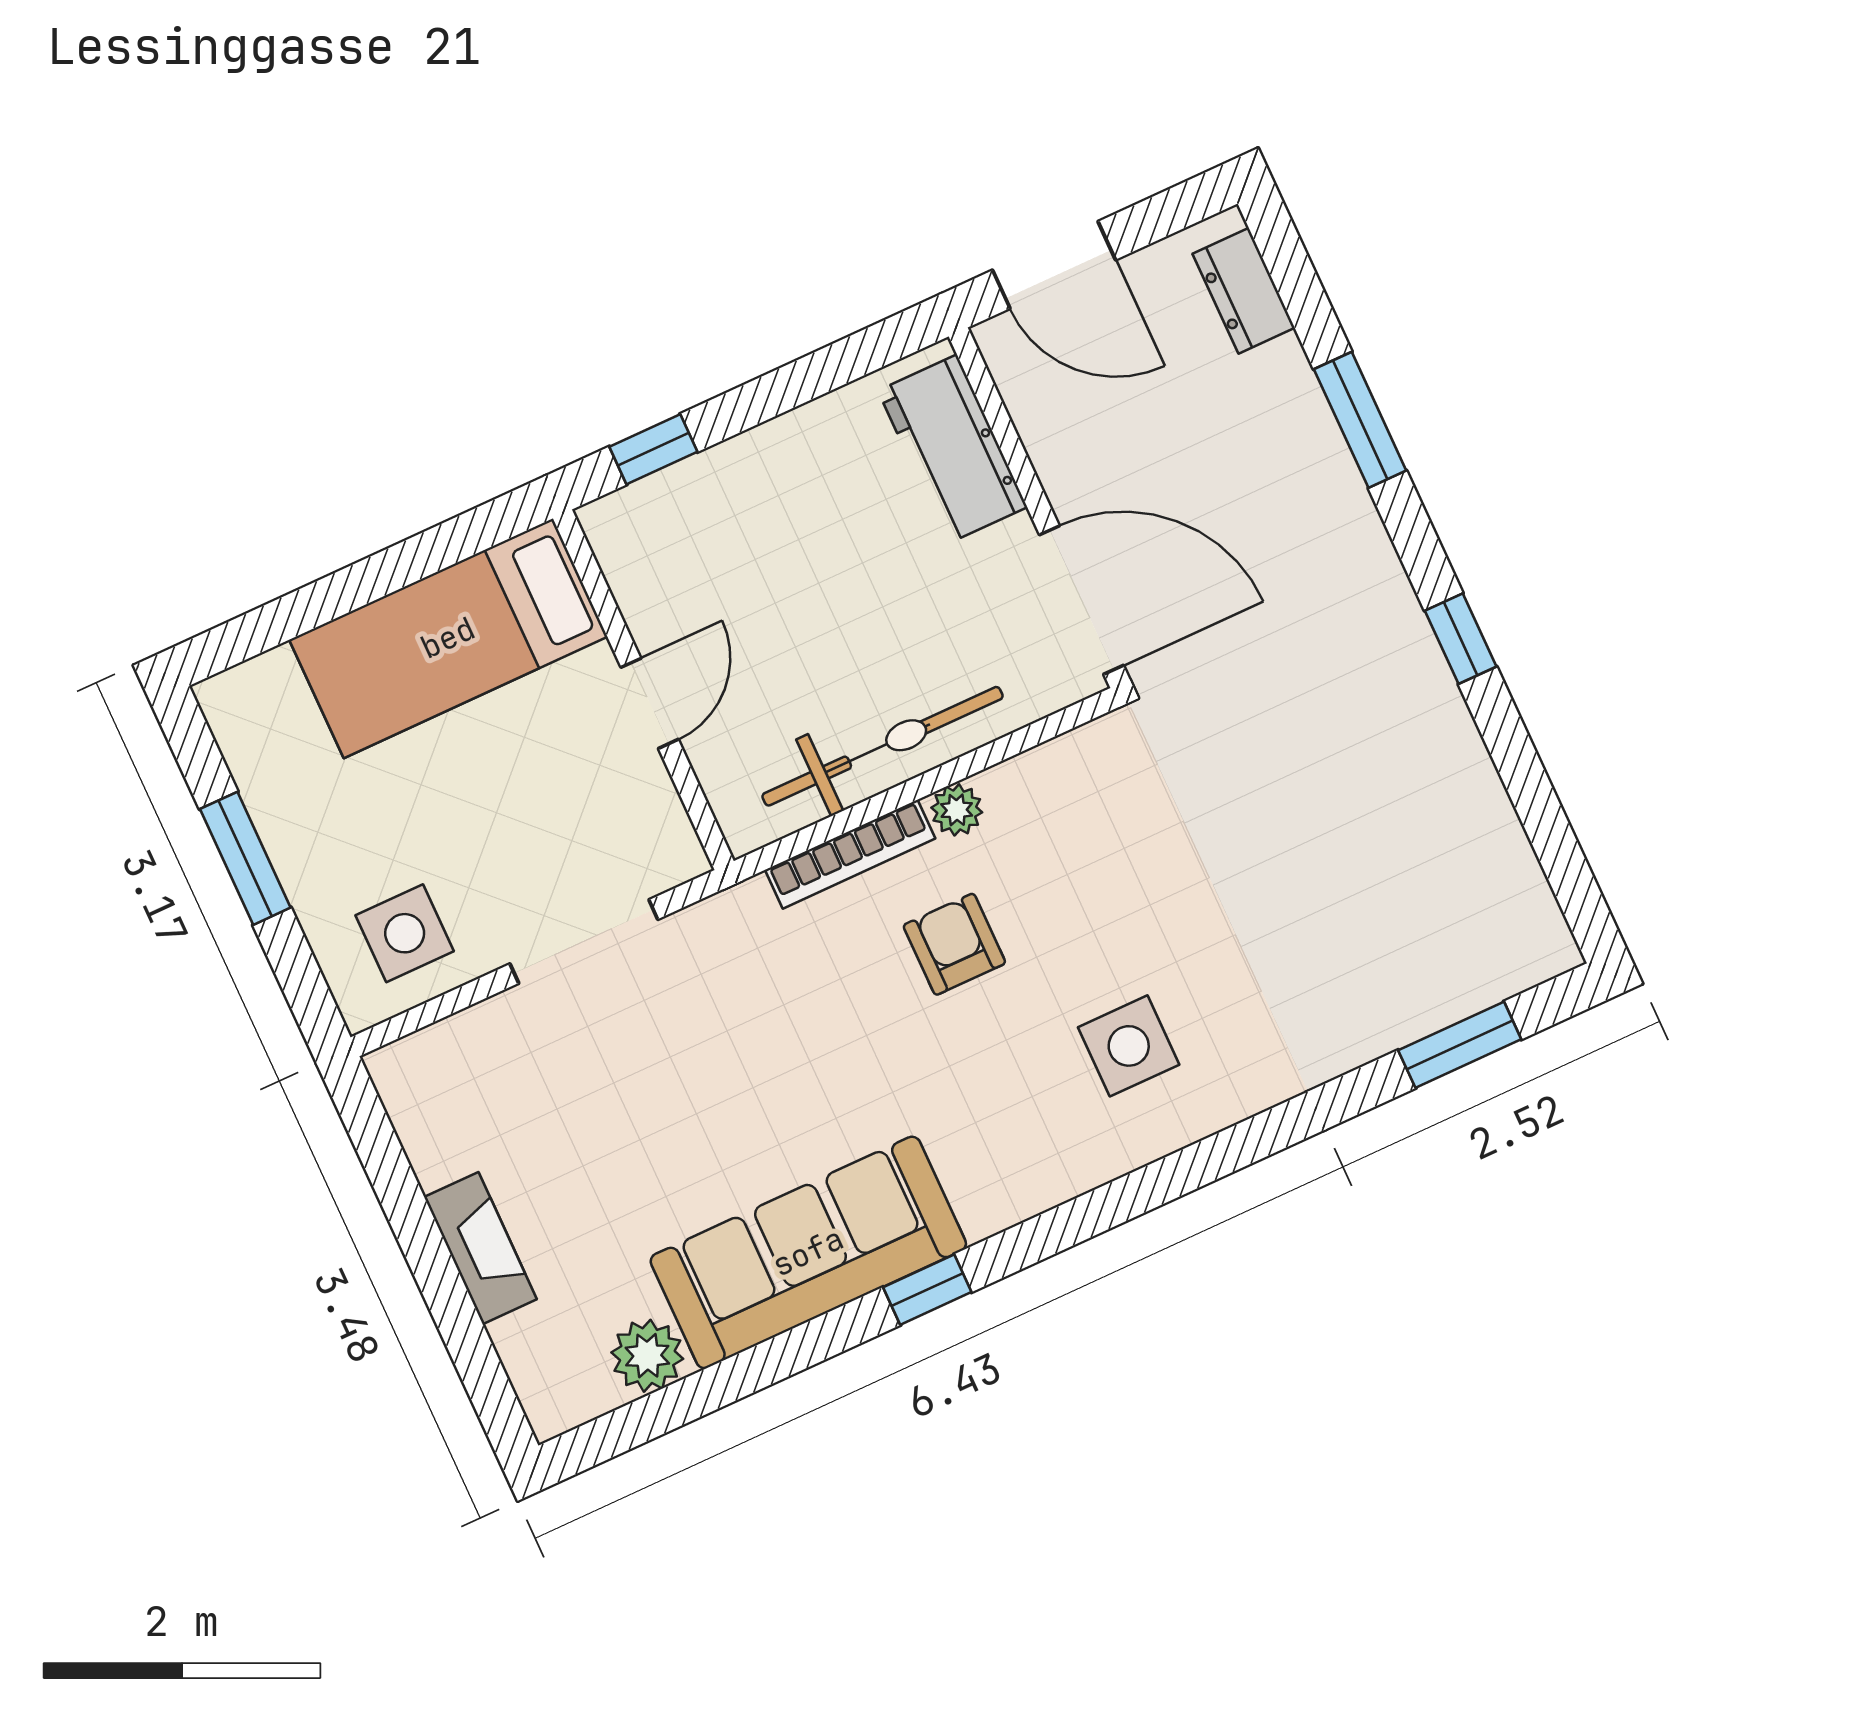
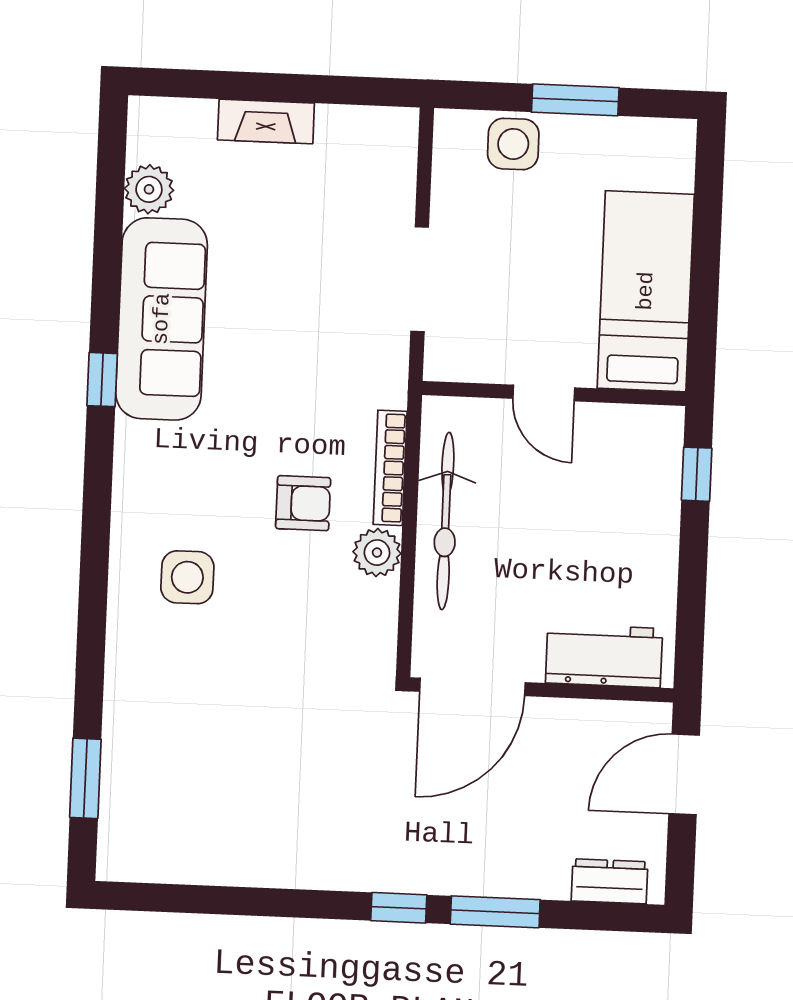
window: (1461, 639) -> (399, 908), moved
plant: (957, 810) -> (377, 553), width x1.38, depth x1.38
side table: (405, 933) -> (513, 144), moved

